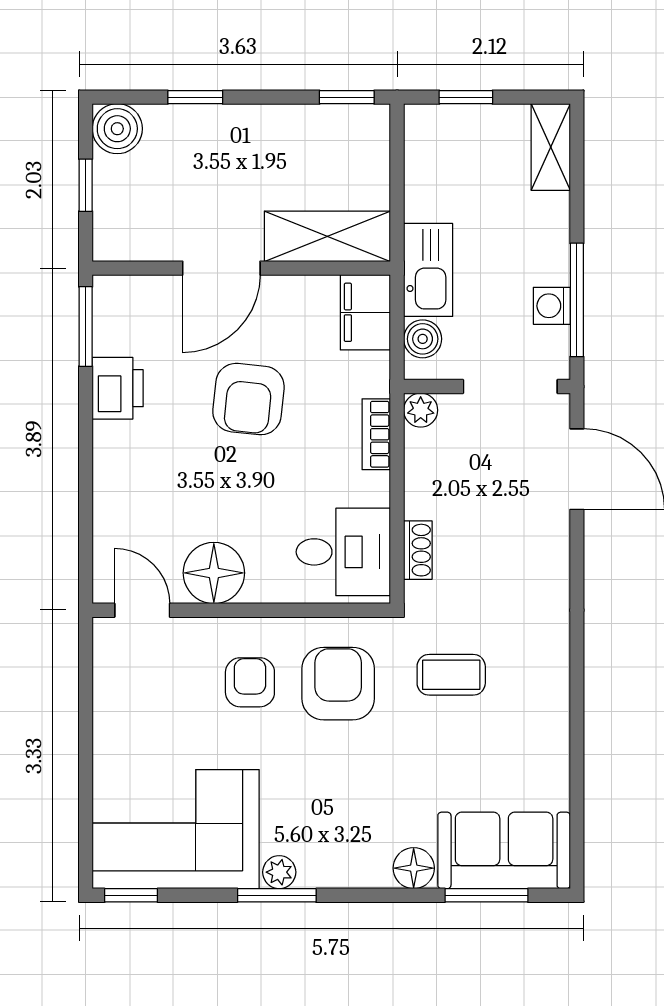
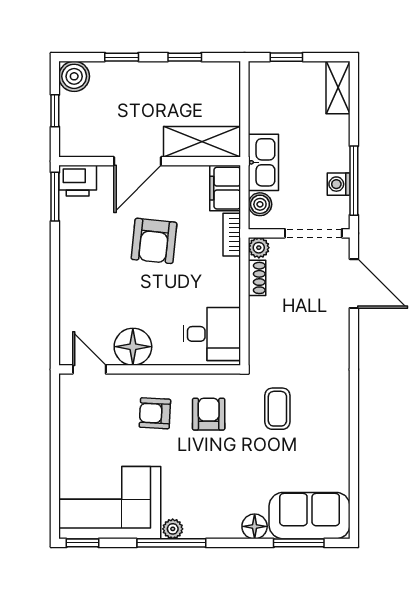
window: (347, 97) -> (185, 57), moved
printer: (118, 388) -> (78, 181), moved, turned 90
bookcase: (376, 434) -> (232, 235), moved
shoe rack: (418, 550) -> (257, 278), moved
coffee table: (451, 675) -> (277, 409), turned 90
armchair: (250, 682) -> (155, 413), turned -87
armchair: (338, 684) -> (209, 414), width x0.72, depth x0.72
window: (277, 895) -> (171, 543), width x1.44

